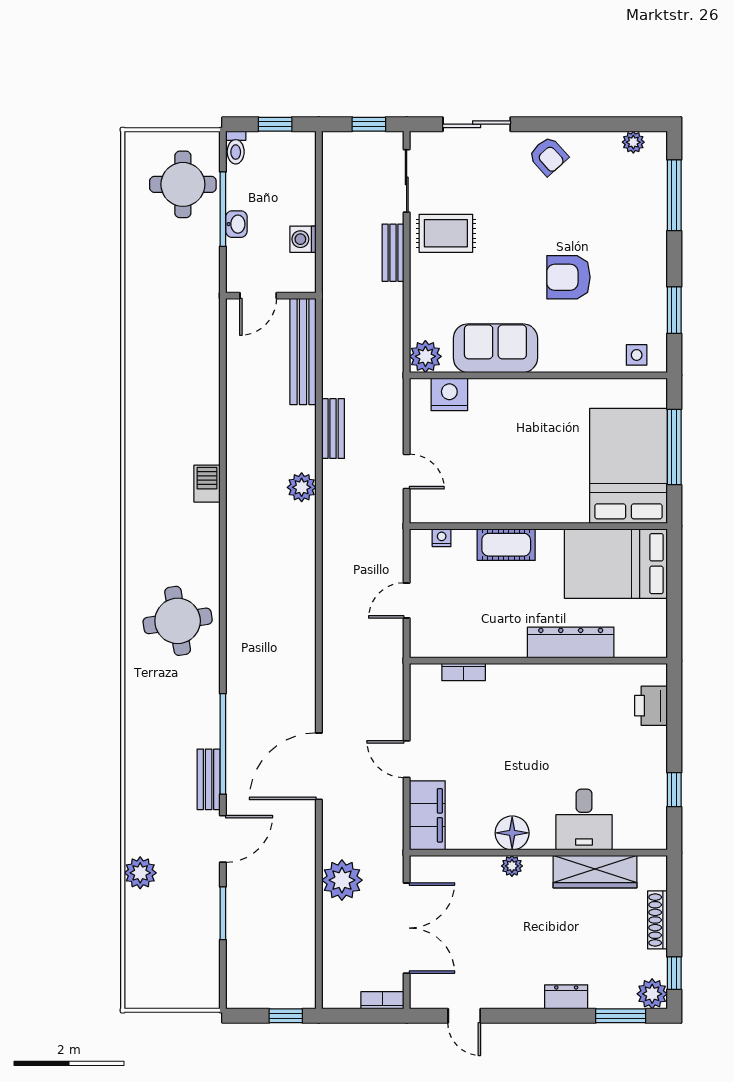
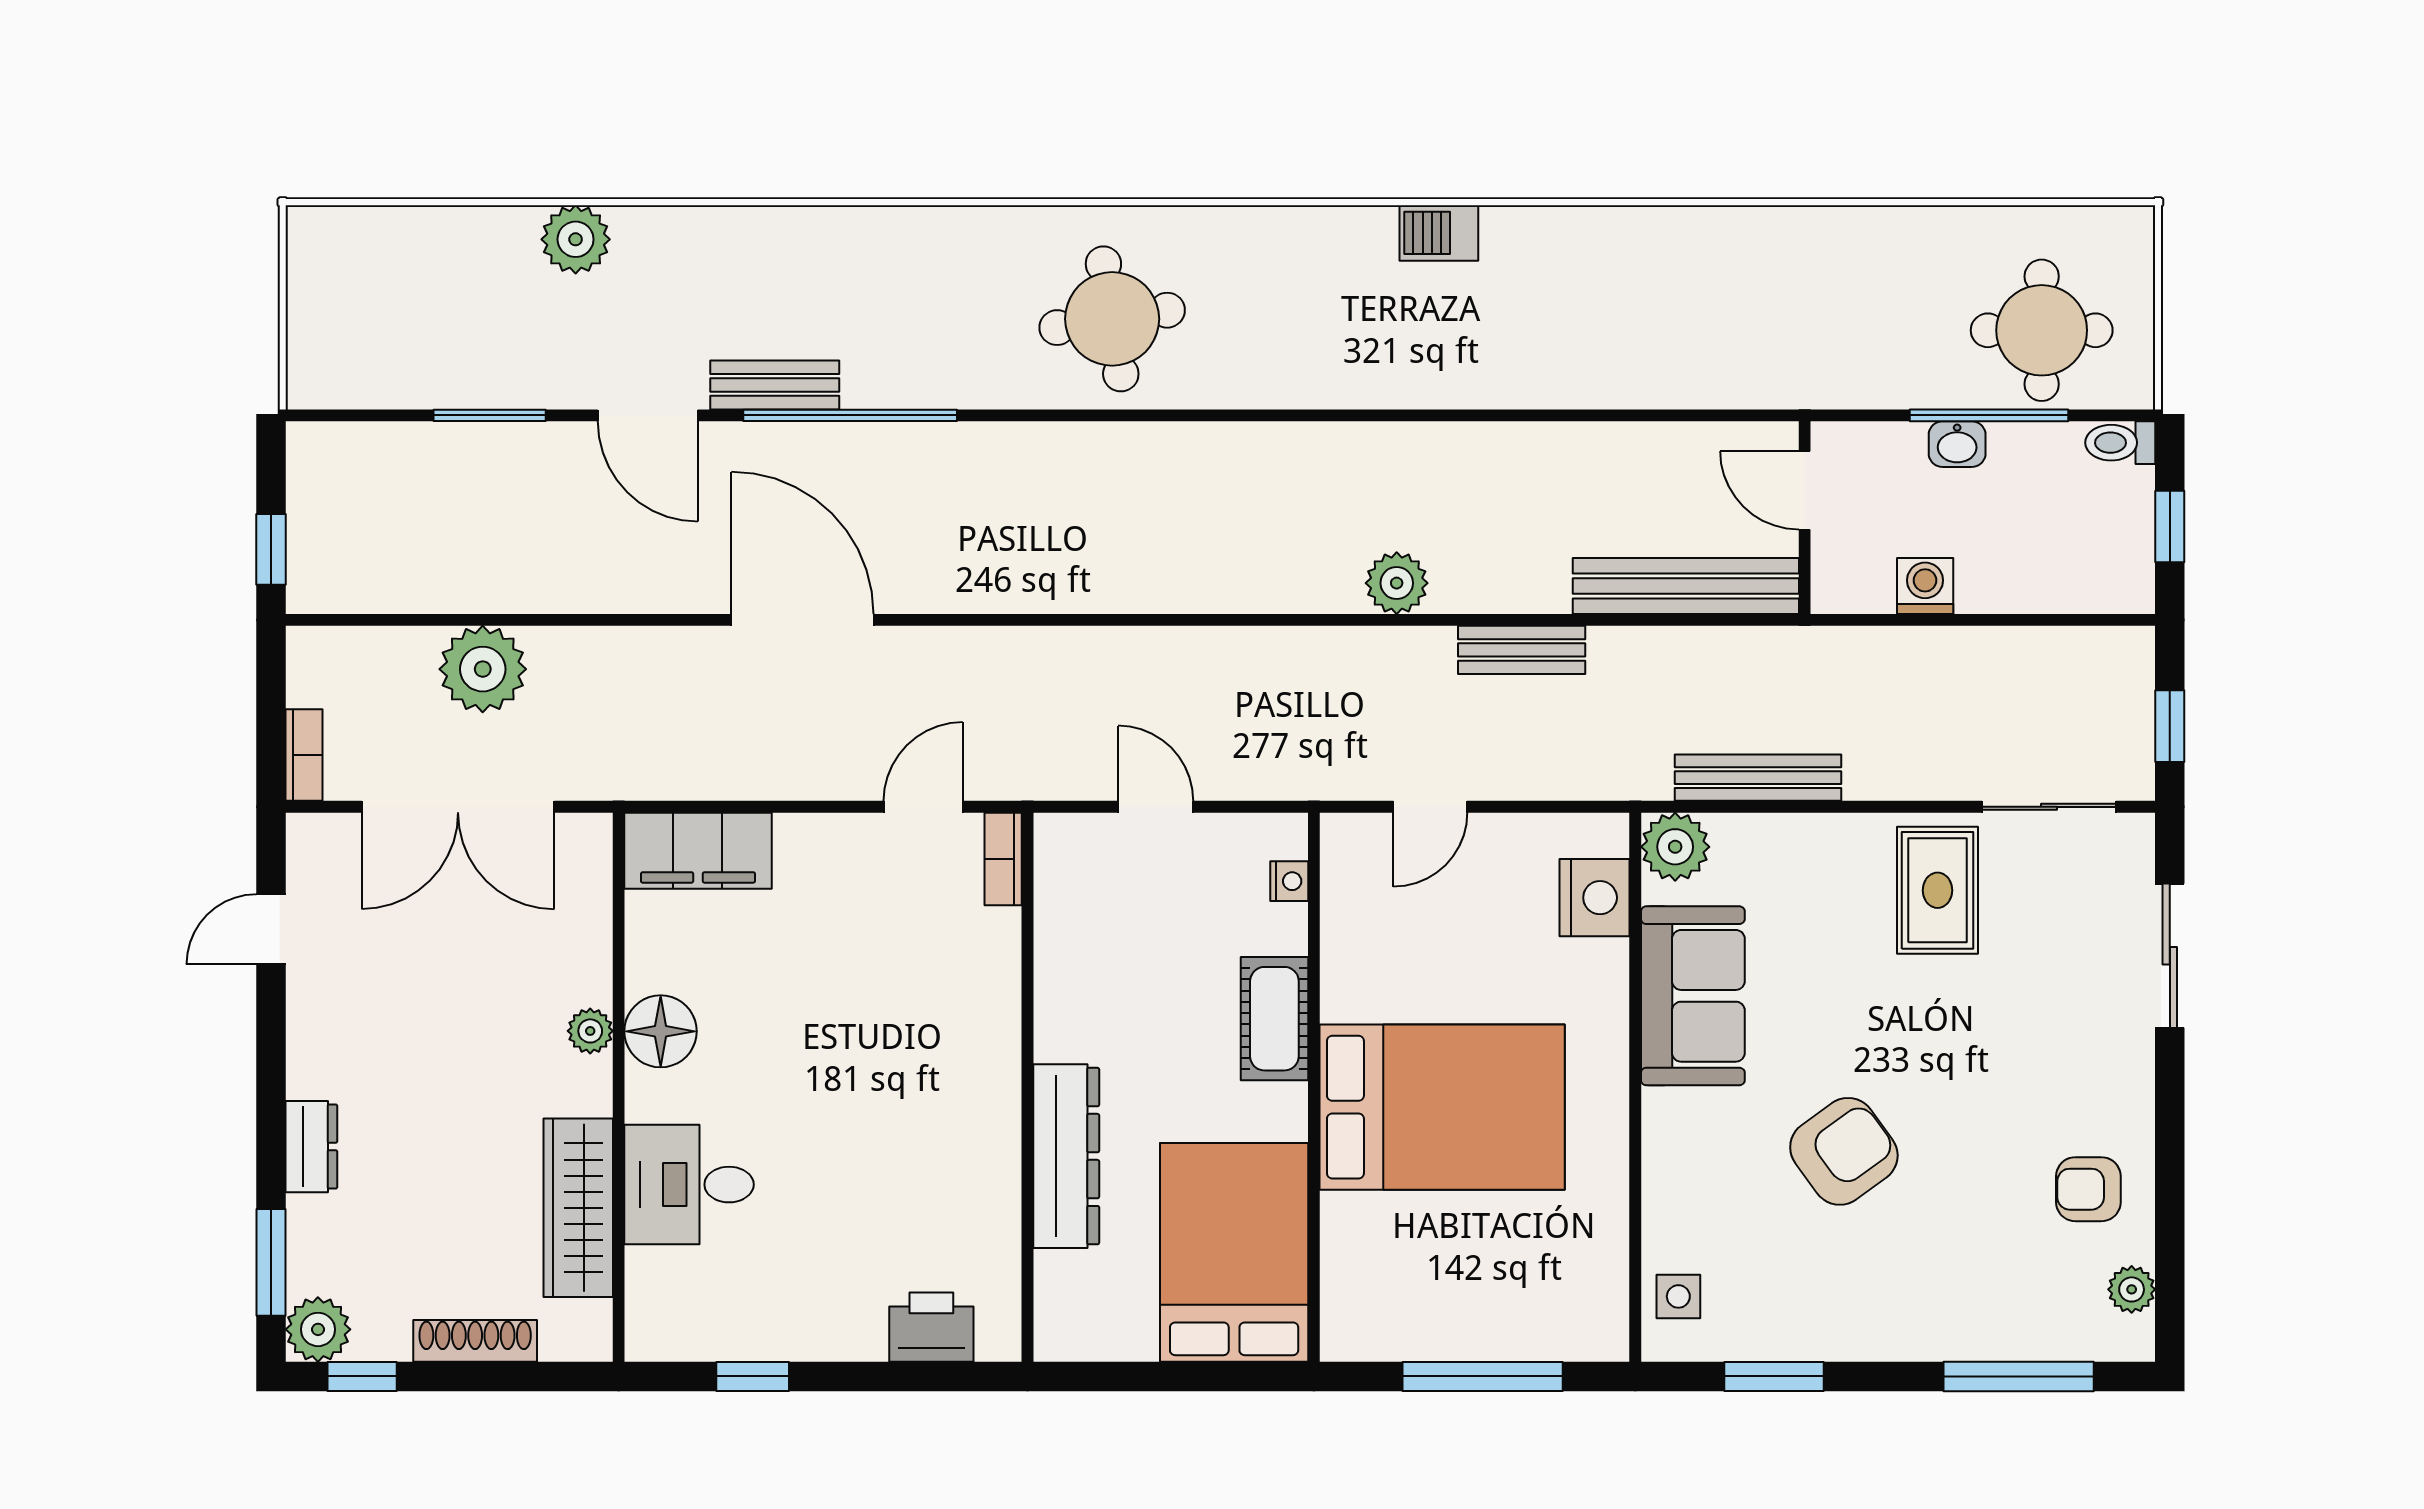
armchair: (548, 156) -> (2088, 1189), moved, turned 42
bench: (393, 253) -> (1758, 778), moved, width x1.36
armchair: (568, 277) -> (1844, 1151), turned 54
bed: (628, 466) -> (1442, 1107), moved
barbecue: (207, 484) -> (1439, 233), moved, turned 180
bookcase: (464, 672) -> (1003, 859), moved
door: (407, 759) -> (923, 807), moved
plant: (342, 880) -> (483, 669), moved

